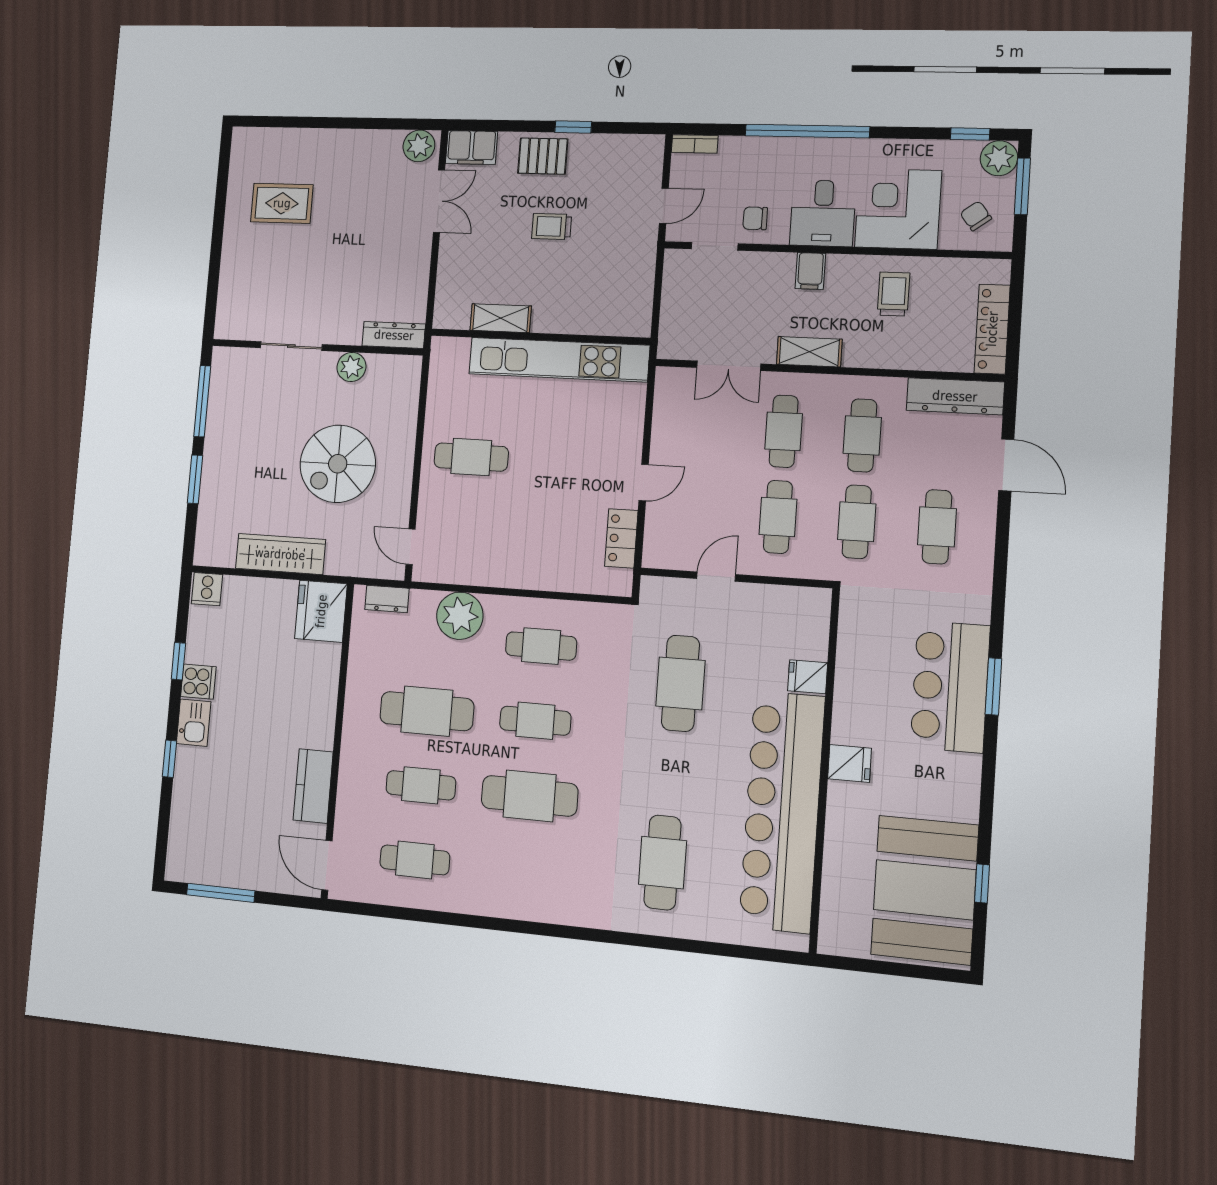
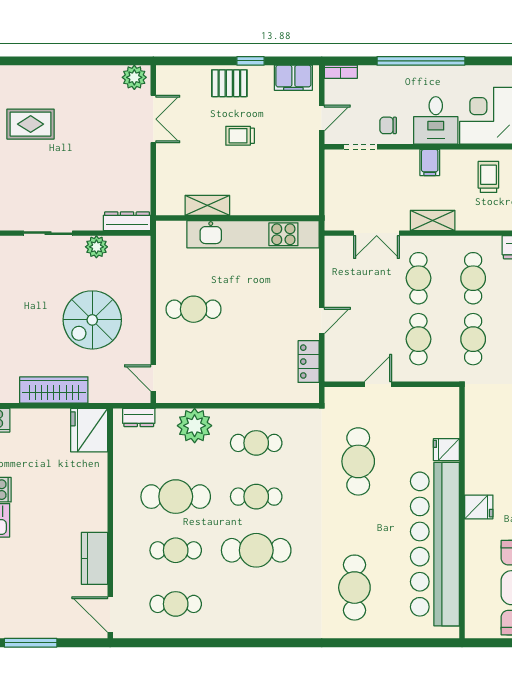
filing cabinet: (472, 148) -> (293, 78), moved

